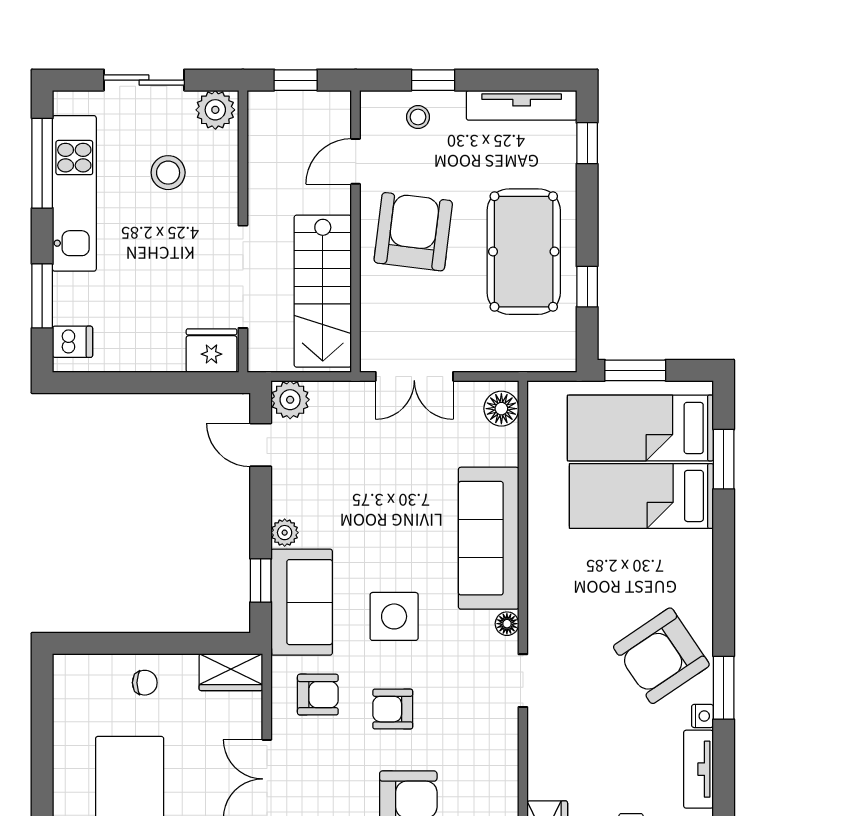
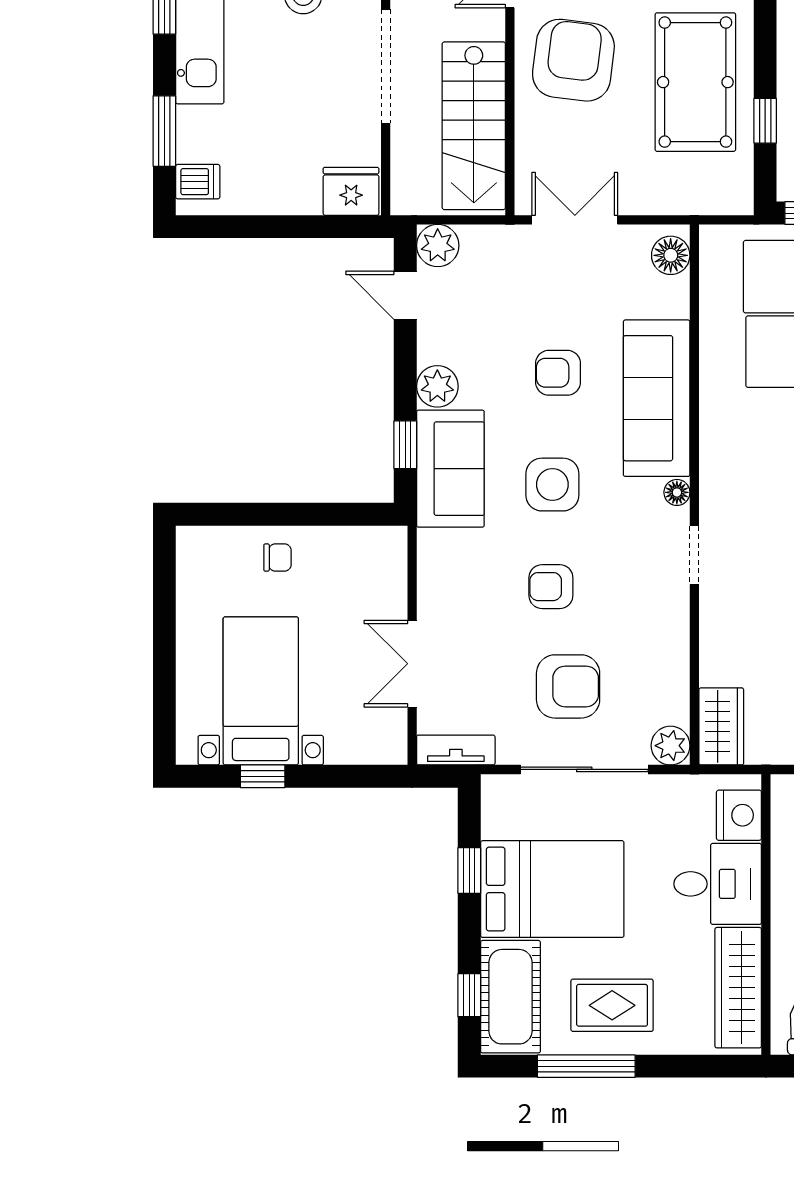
doorway: (243, 277) -> (386, 66), moved
double door: (414, 376) -> (575, 220), swing flipped
plant: (285, 533) -> (437, 386), width x1.38, depth x1.38
wardrobe: (231, 672) -> (372, 546), removed
armchair: (318, 695) -> (558, 373), moved, turned 180

